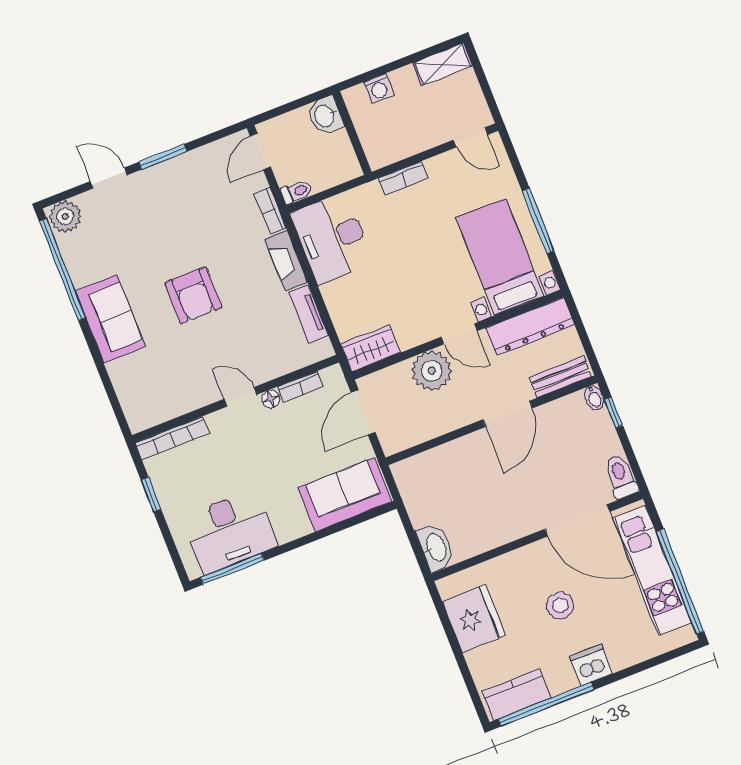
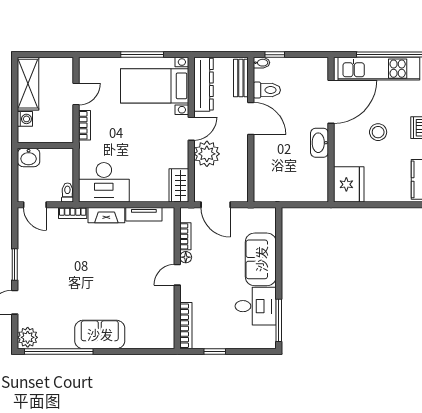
shelving: (443, 64) -> (28, 84), width x1.50, depth x1.33
door: (470, 137) -> (76, 94), moved
armchair: (193, 295) -> (105, 279), removed
toilet: (621, 476) -> (267, 90), moved, turned 180
sofa: (345, 495) -> (261, 259), moved
desk: (230, 532) -> (256, 306), width x0.73
washbasin: (436, 547) -> (319, 143), moved, turned -90
fridge: (474, 619) -> (349, 184), moved, turned 90

